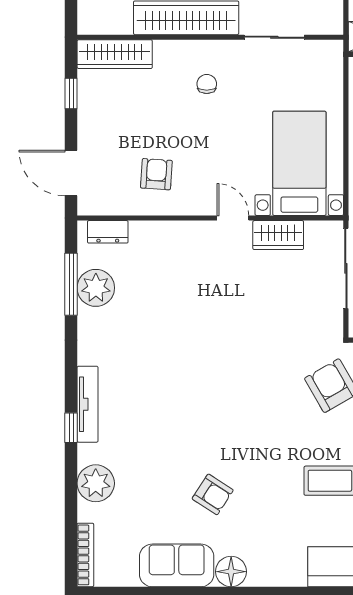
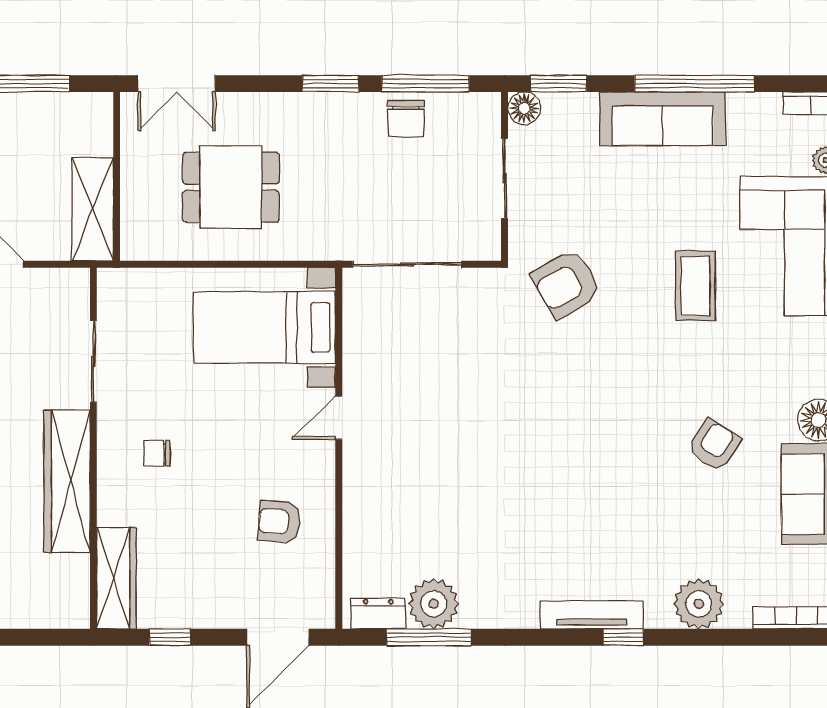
dresser: (108, 232) -> (378, 614), moved, turned -90
wardrobe: (278, 235) -> (362, 356), removed

